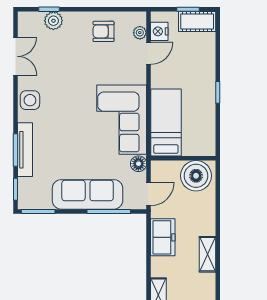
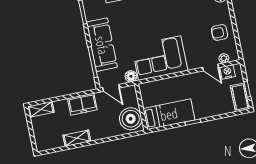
armchair: (103, 31) -> (220, 32), turned -90
bed: (166, 123) -> (169, 114), moved

